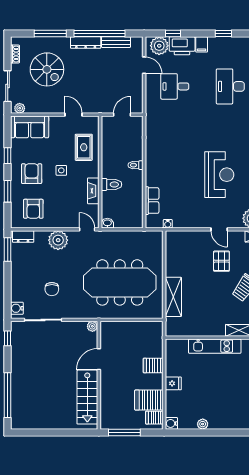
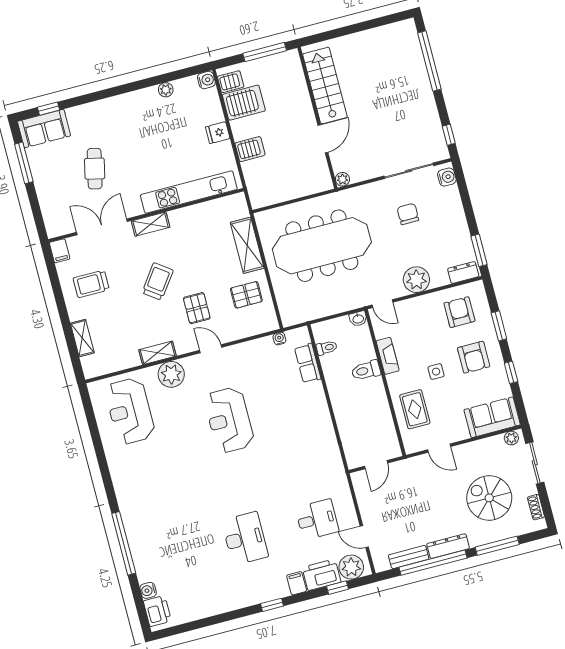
toilet: (135, 165) -> (327, 348), moved
pallet: (183, 261) -> (246, 295), added
kitchen unit: (215, 346) -> (189, 192), width x1.36

